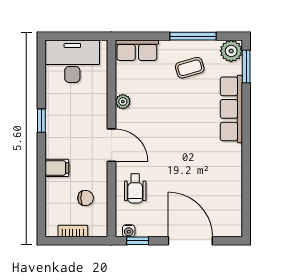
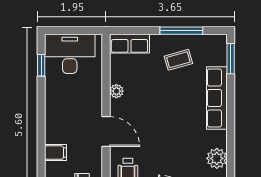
plant: (231, 51) -> (217, 158), moved
window: (41, 121) -> (41, 65), moved

